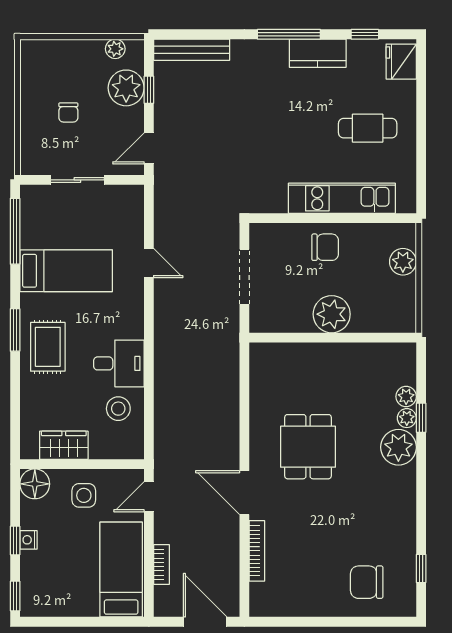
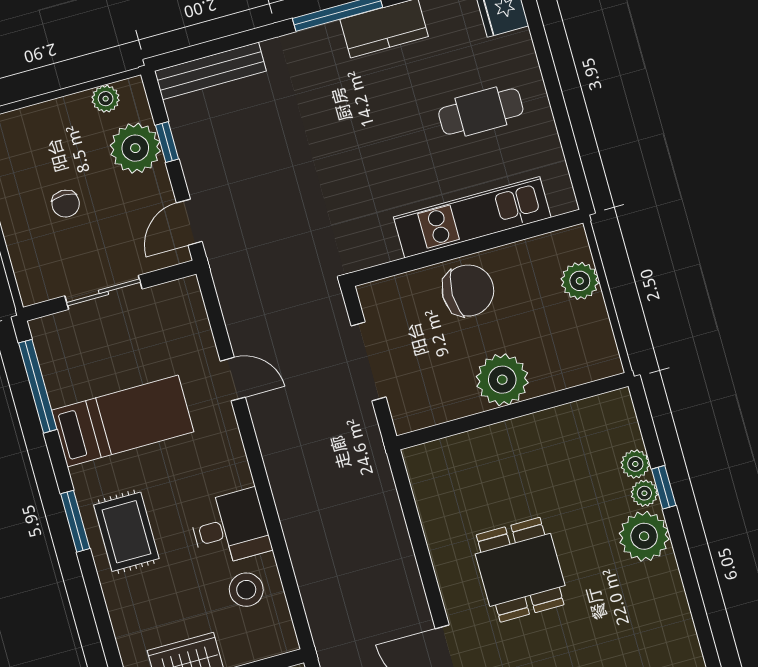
chair: (325, 247) -> (468, 291), width x1.37, depth x1.37

